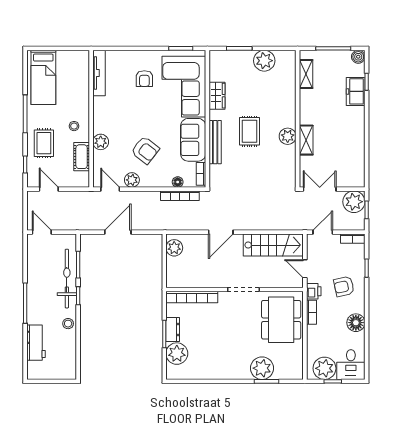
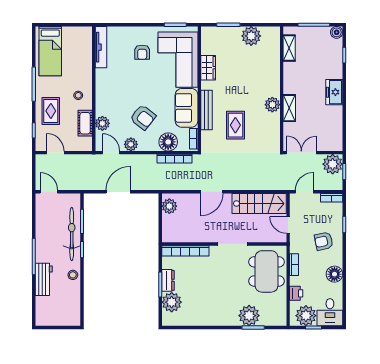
freezer: (356, 91) -> (334, 92), moved
rug: (250, 131) -> (235, 125), moved
plant: (101, 142) -> (102, 123), moved
floor lamp: (178, 182) -> (168, 142), width x1.89, depth x1.89
printer: (314, 291) -> (296, 293), moved
workbench: (36, 343) -> (44, 279), moved

